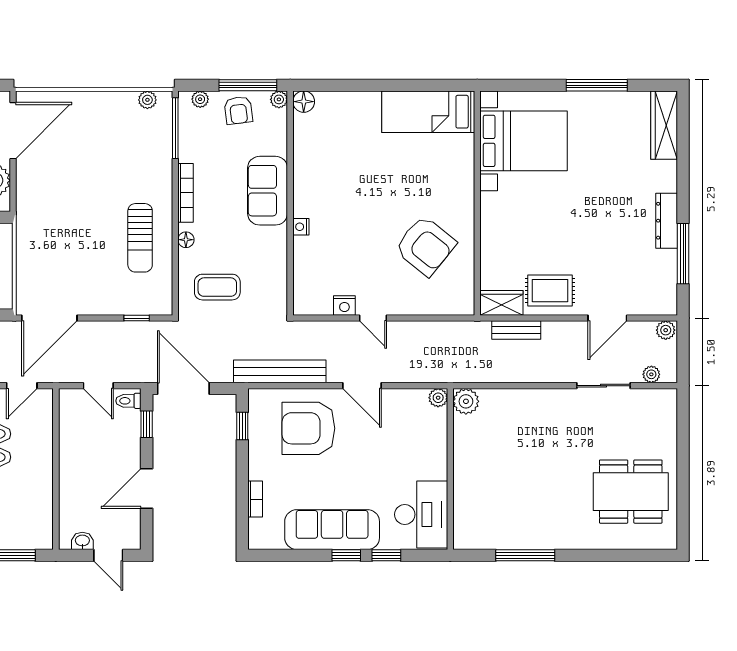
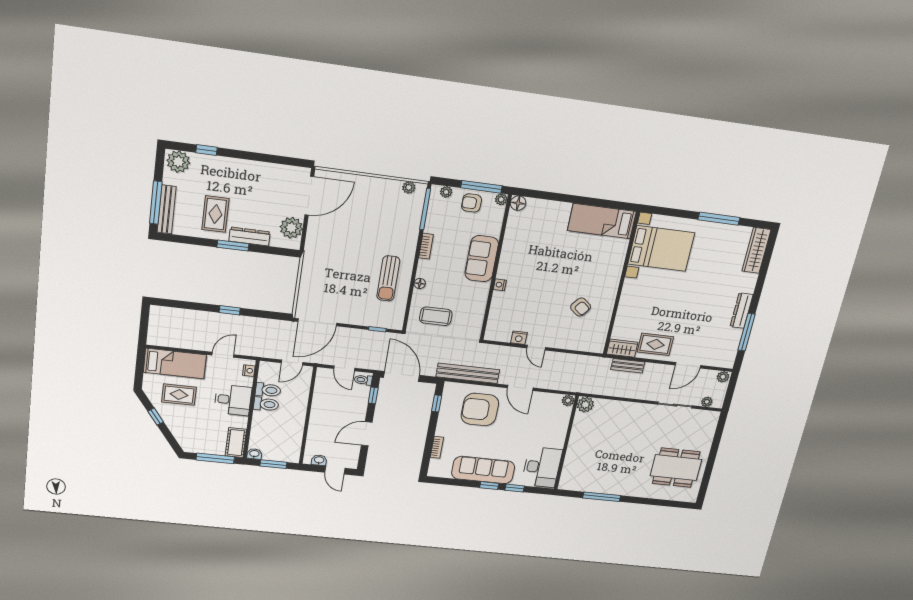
armchair: (238, 110) -> (472, 203), turned 97
bookcase: (185, 193) -> (426, 246), width x0.64
armchair: (425, 246) -> (581, 307), width x0.53, depth x0.53

